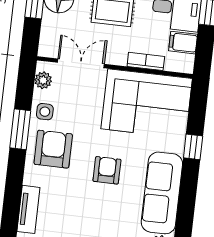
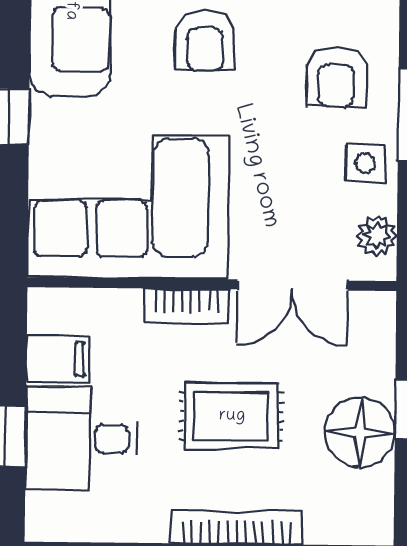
bookcase: (146, 61) -> (187, 306), moved
armchair: (53, 149) -> (336, 77), width x0.72, depth x0.72

